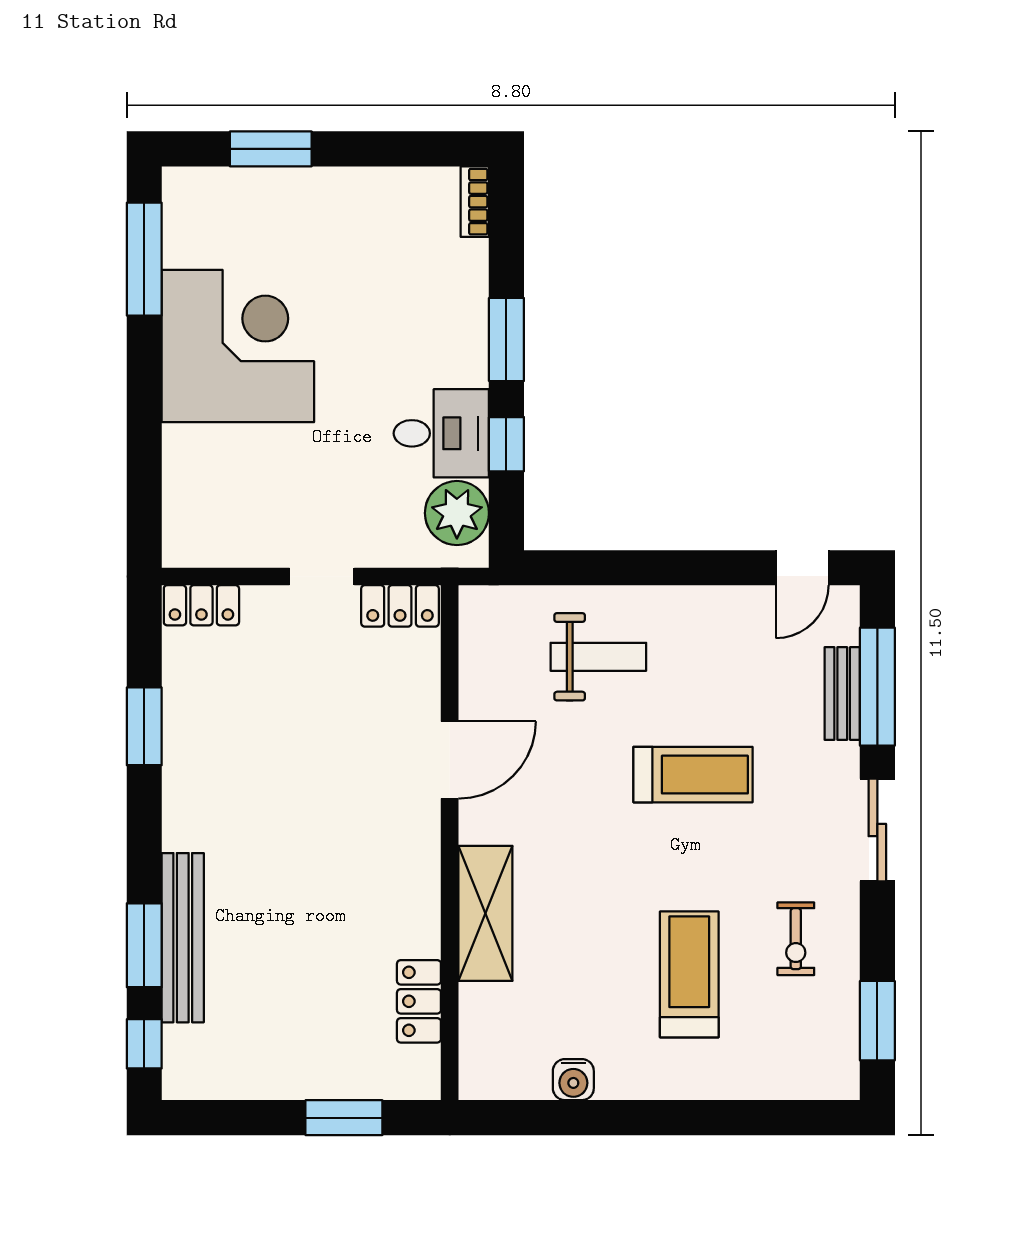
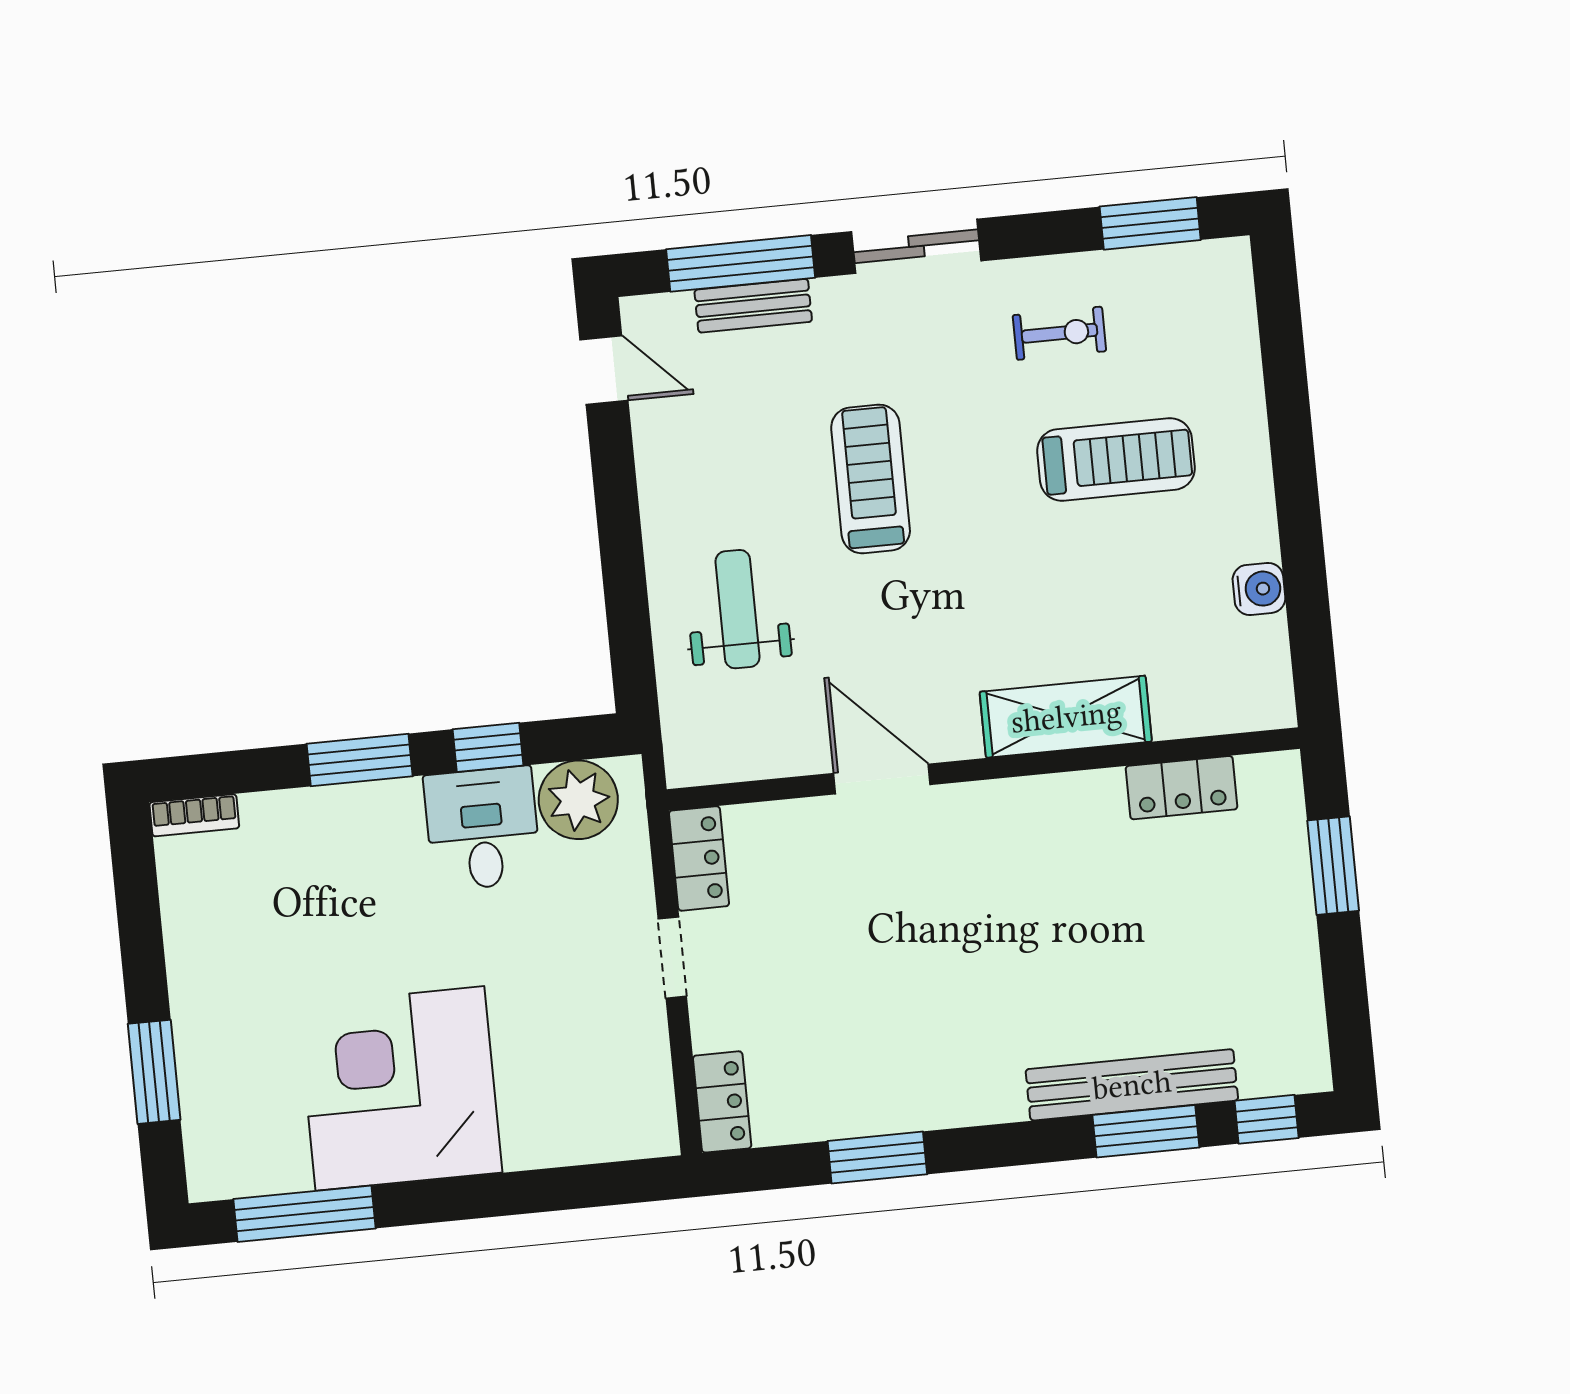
treadmill: (689, 974) -> (1116, 459), turned 180

